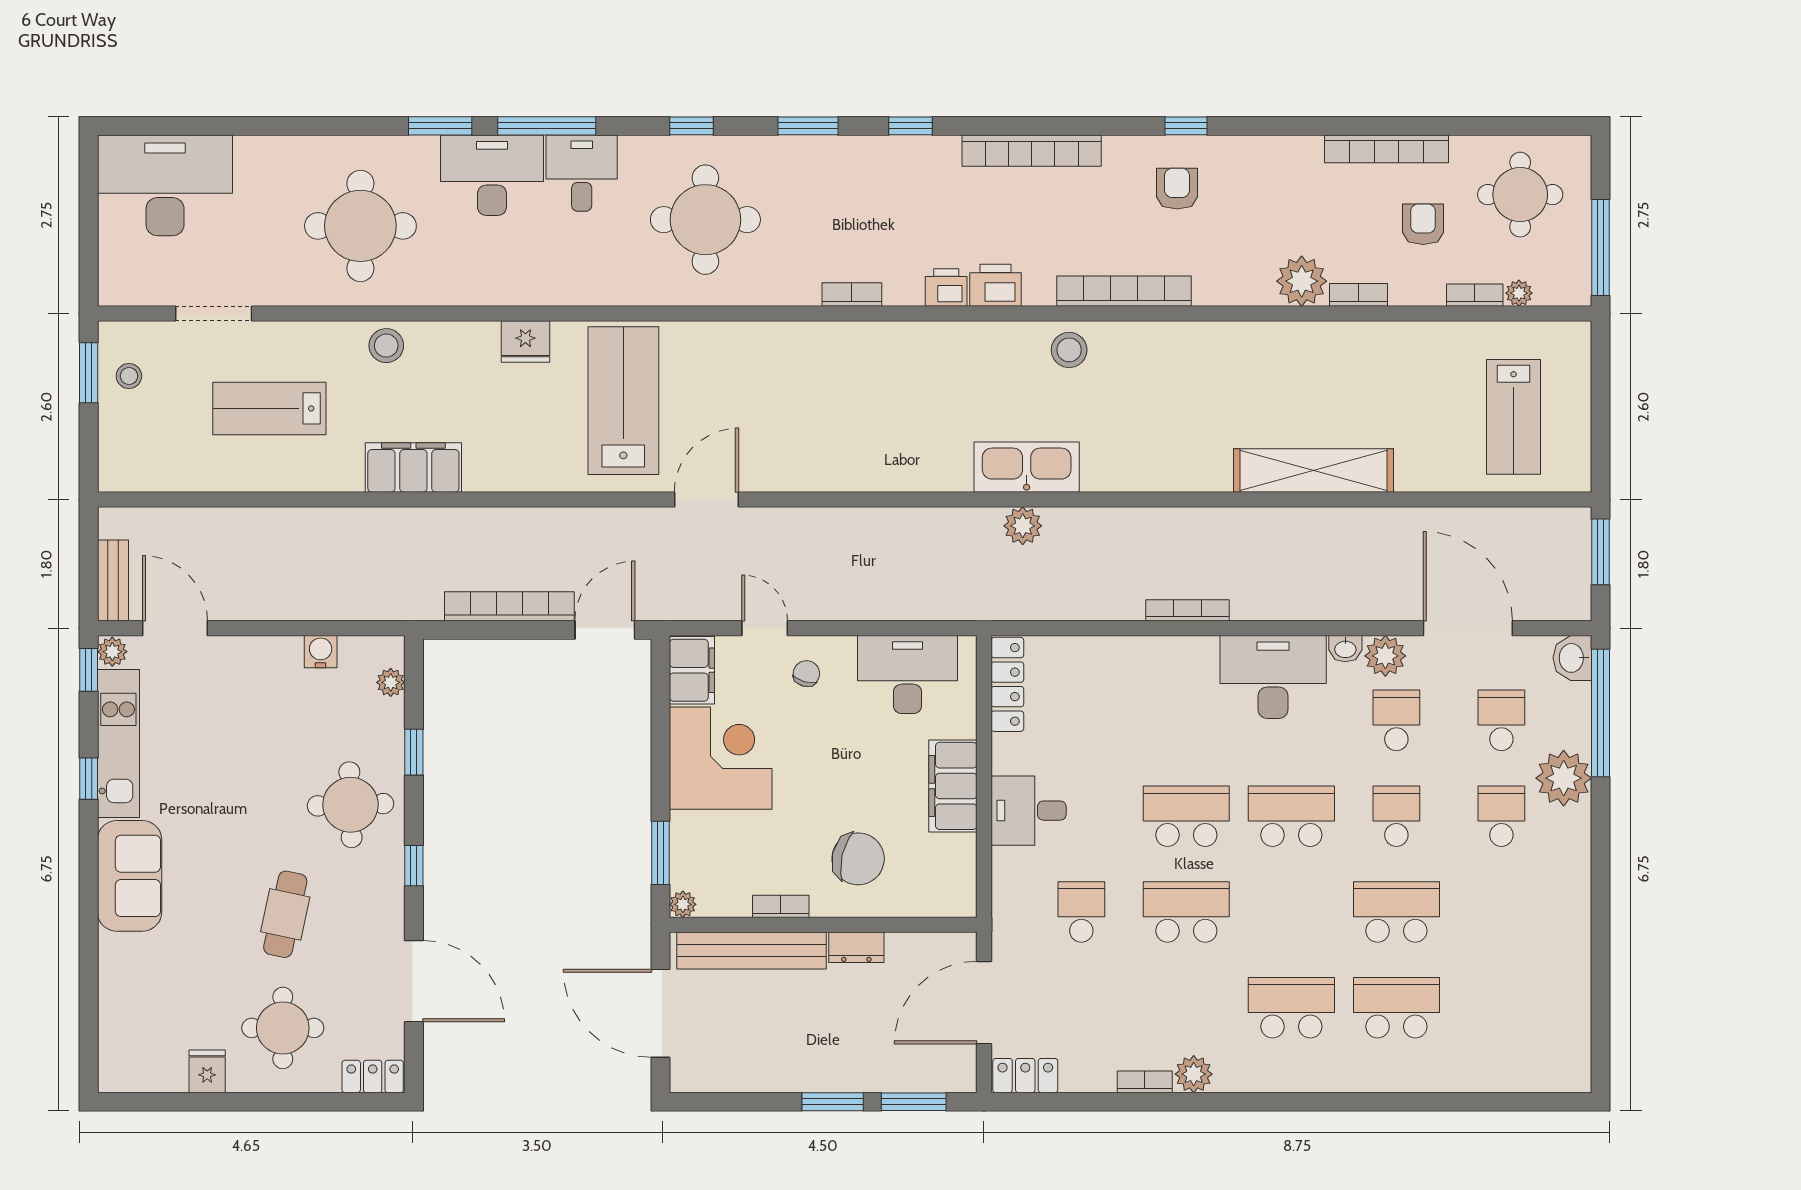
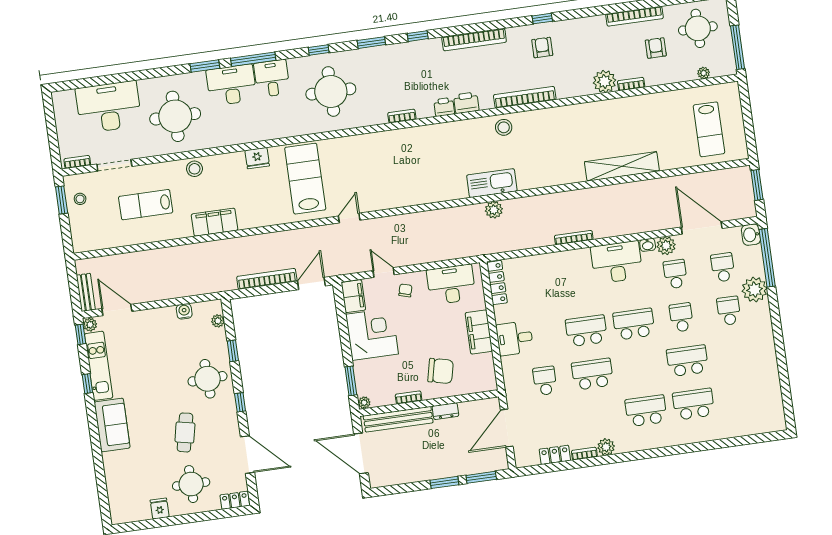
desk: (165, 185) -> (109, 107), moved
bookcase: (1475, 295) -> (77, 162), moved
door: (707, 499) -> (349, 218), width x0.73
locker: (1025, 1076) -> (555, 455), moved

